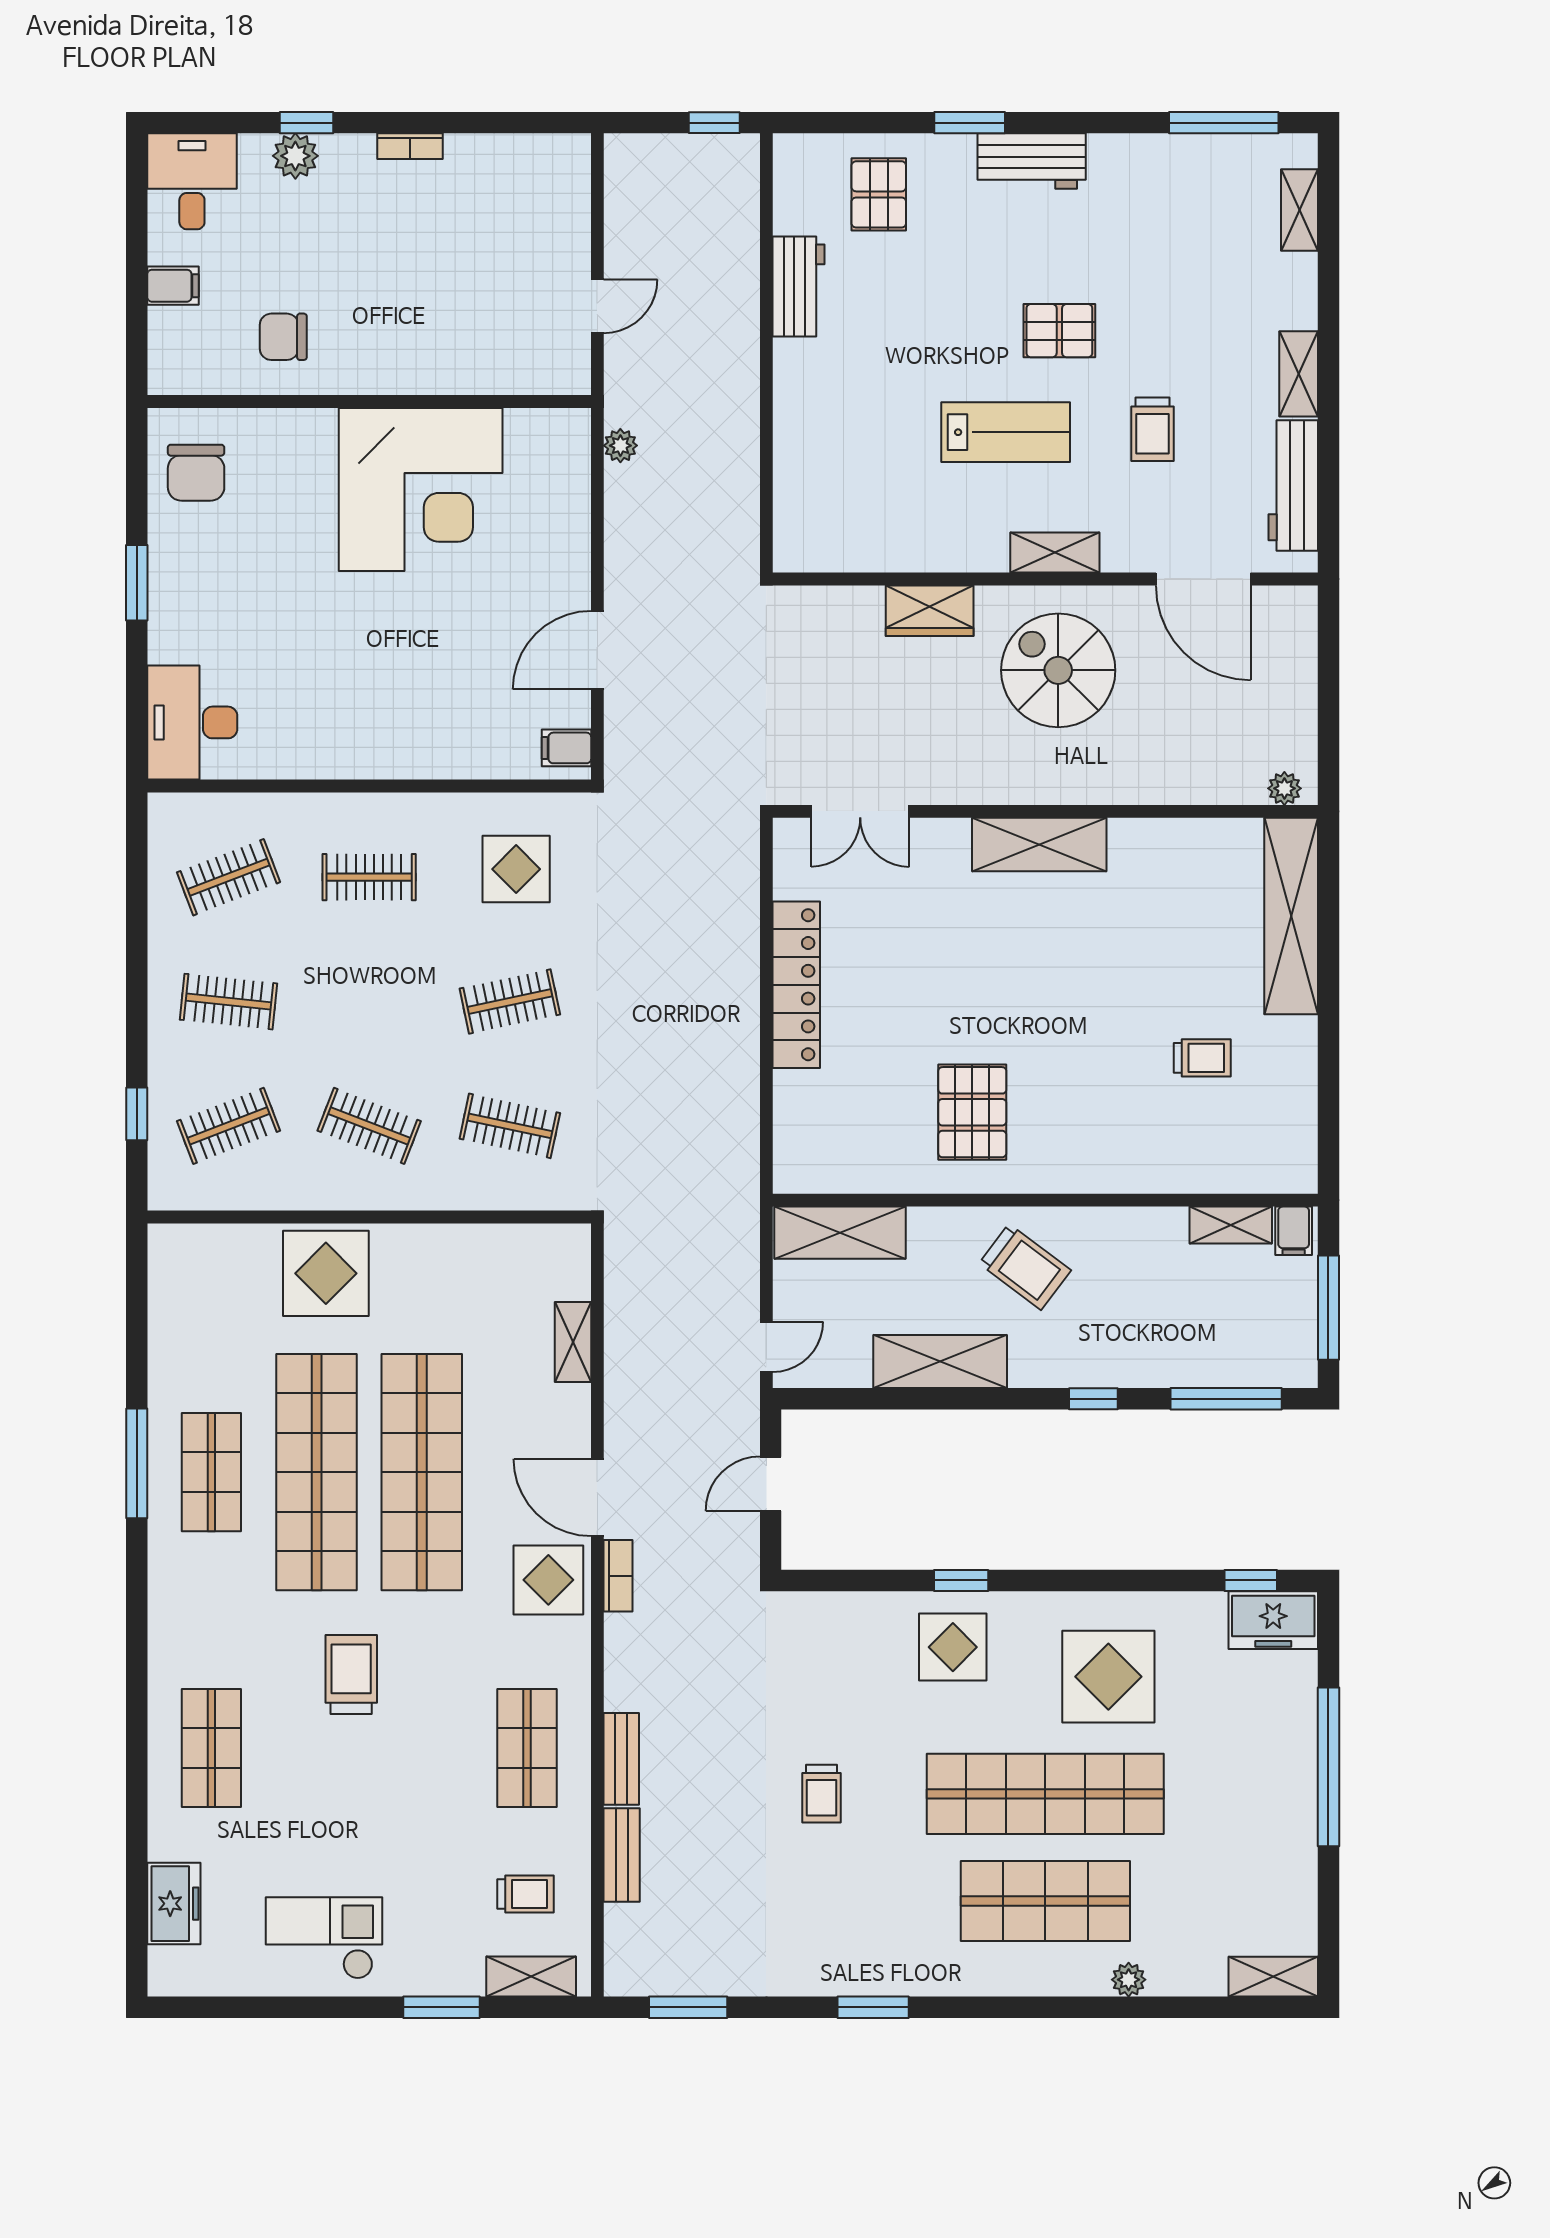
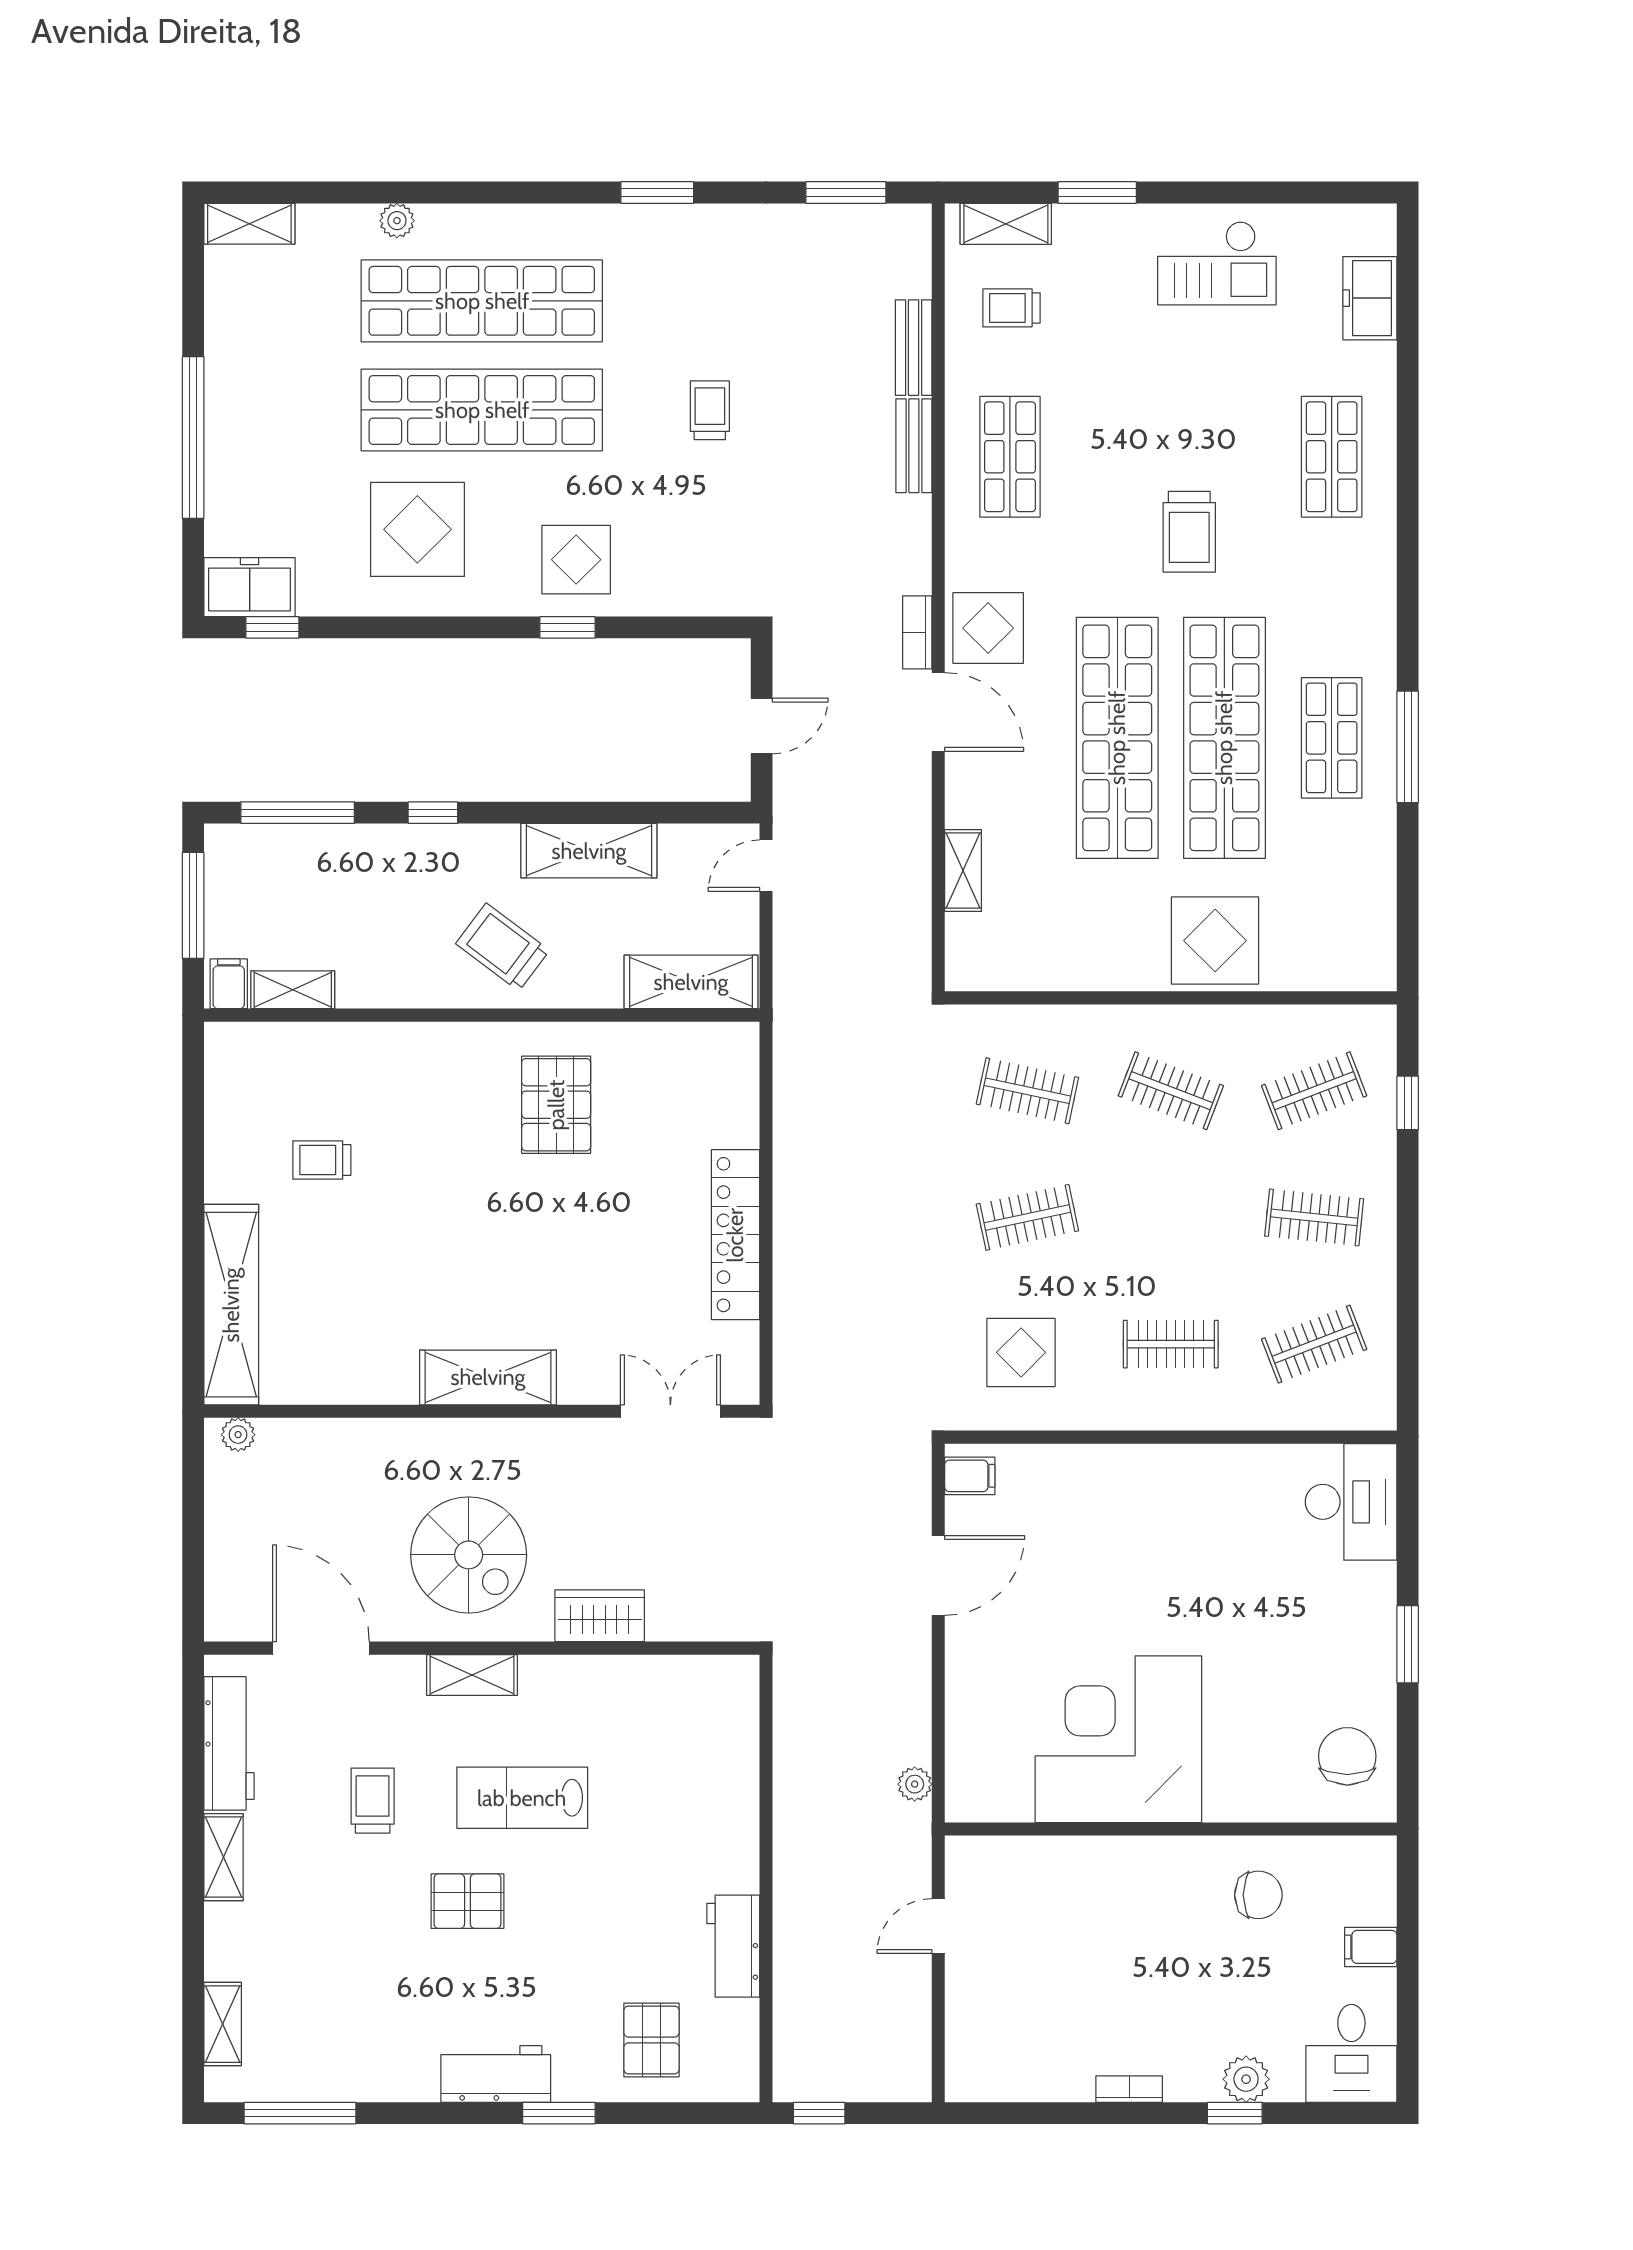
shop shelf: (1045, 1901) -> (482, 301), width x1.40

